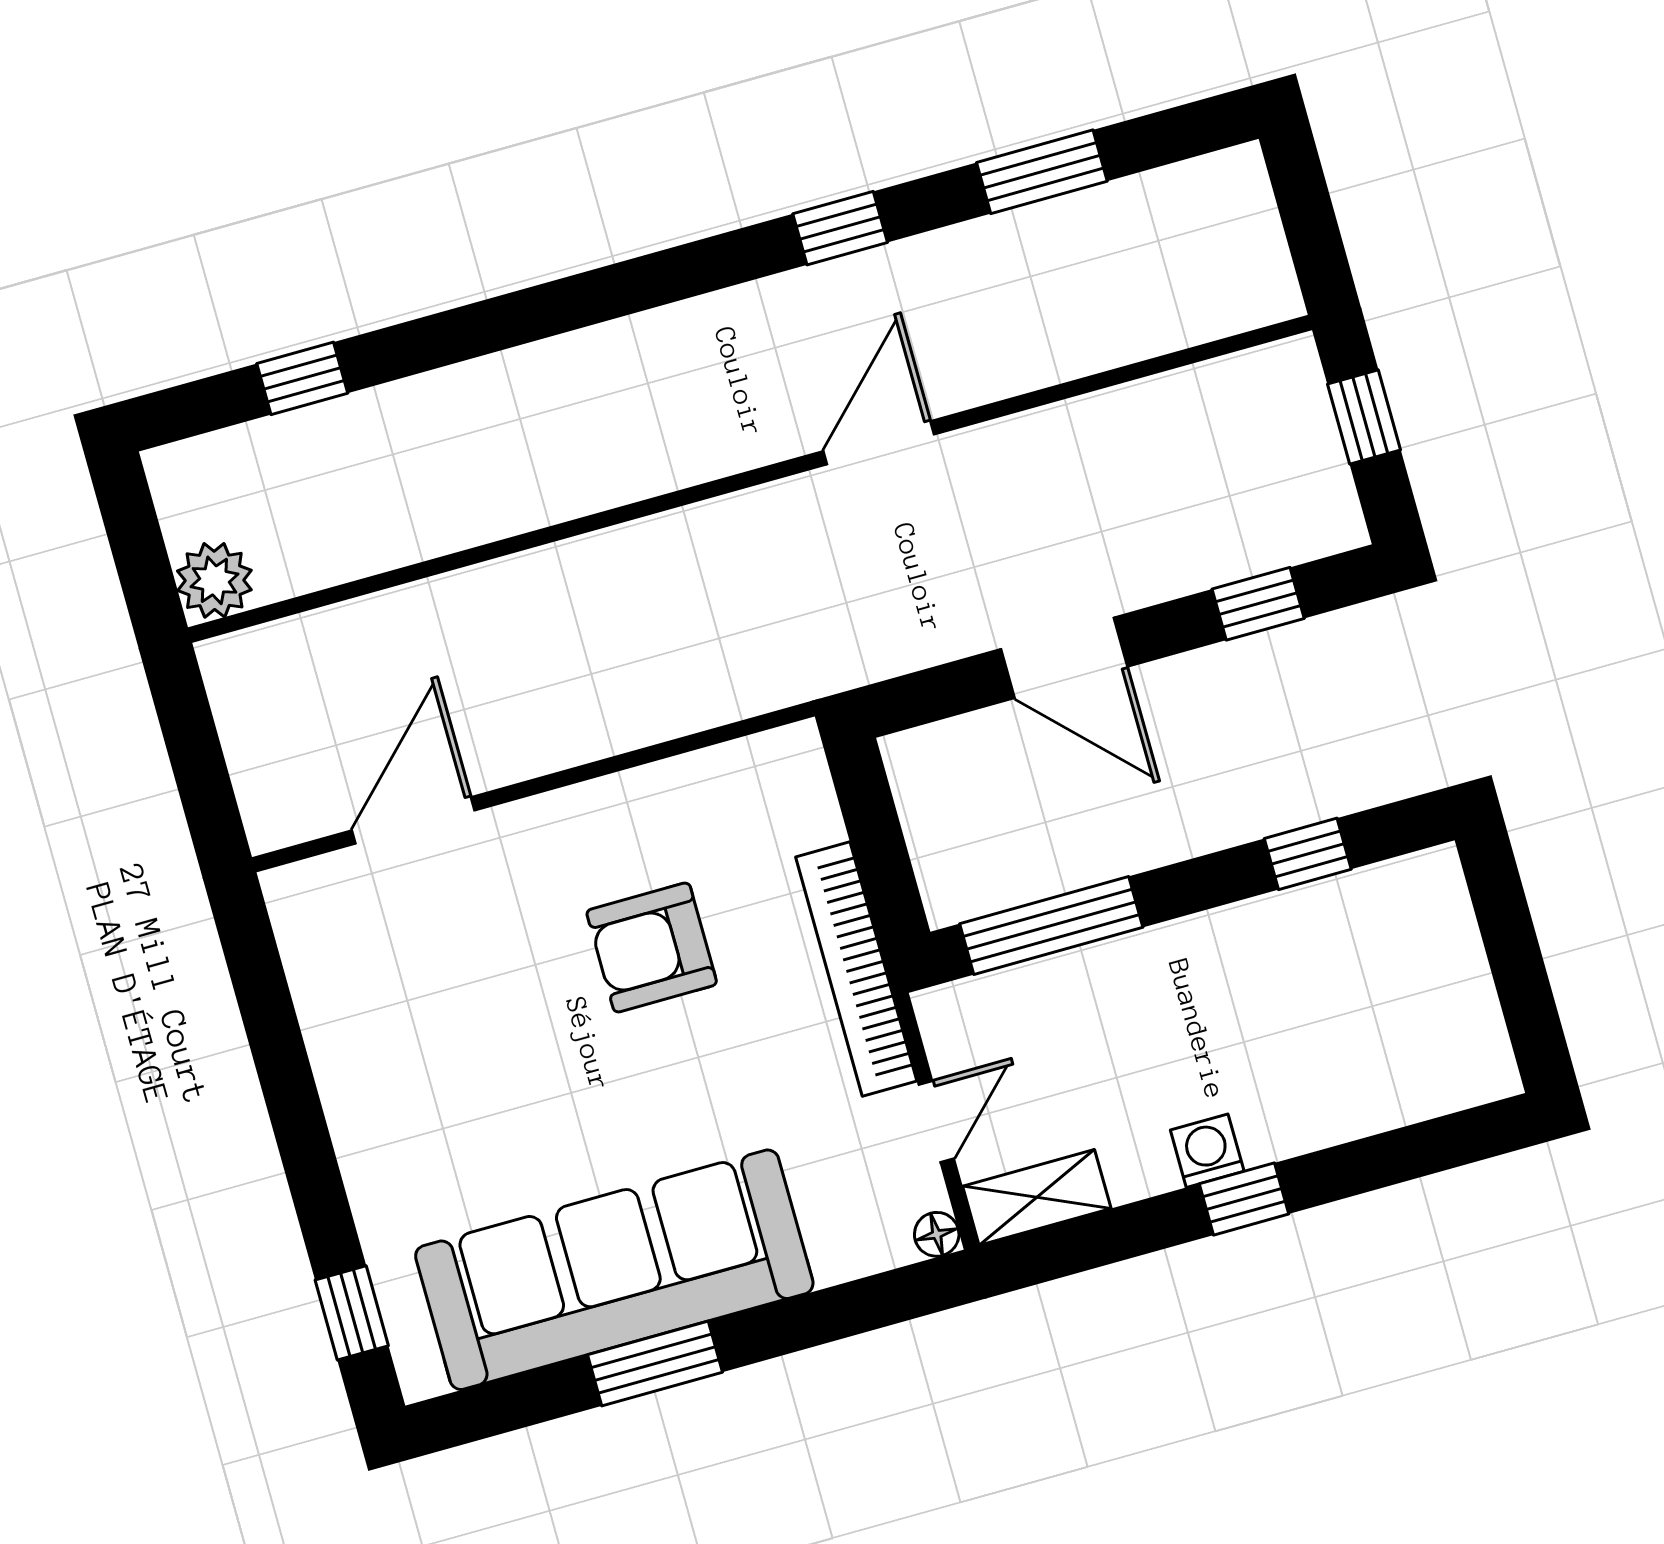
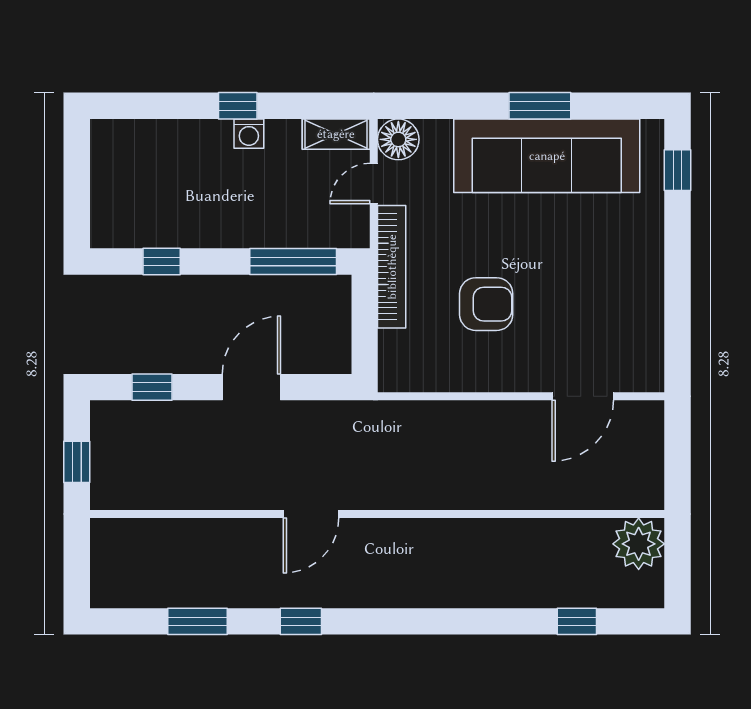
plant: (214, 580) -> (639, 544), width x1.36, depth x1.36
door: (1064, 658) -> (251, 387), hinge flipped
floor lamp: (937, 1234) -> (398, 139), width x1.89, depth x1.89

